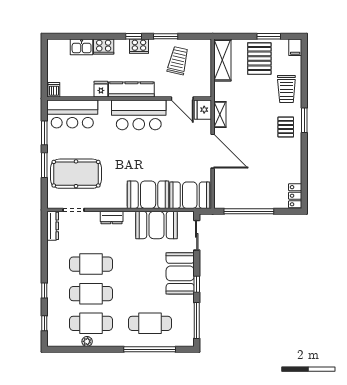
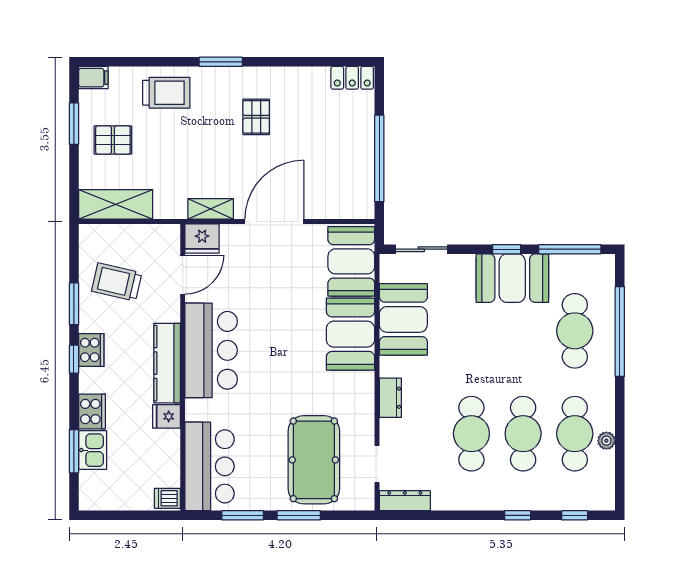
window: (81, 36) -> (74, 451), added
pallet: (259, 59) -> (113, 140), width x0.67, depth x0.71
pallet: (286, 127) -> (256, 117), moved, turned 90
booth: (180, 273) -> (512, 278), moved

